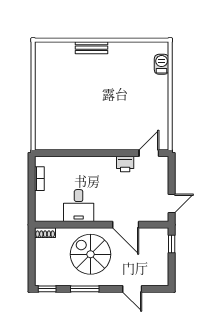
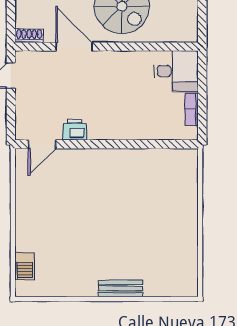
desk: (79, 206) -> (176, 71), moved, turned 90
shoe rack: (45, 233) -> (29, 36), moved
window: (172, 244) -> (11, 20), removed

